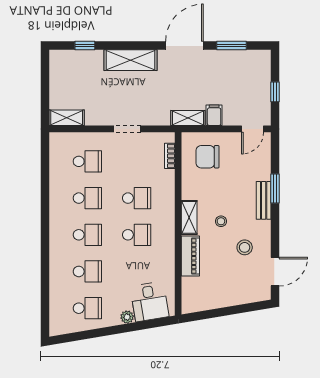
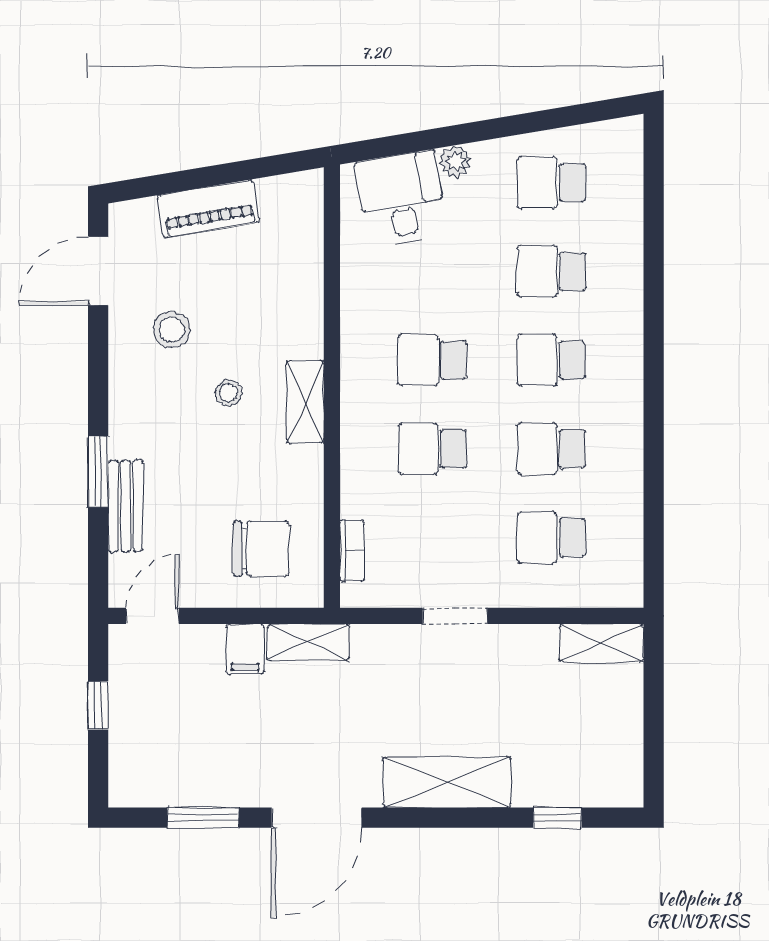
bench: (264, 200) -> (126, 506), moved
piano: (190, 256) -> (208, 209), moved, turned -100

